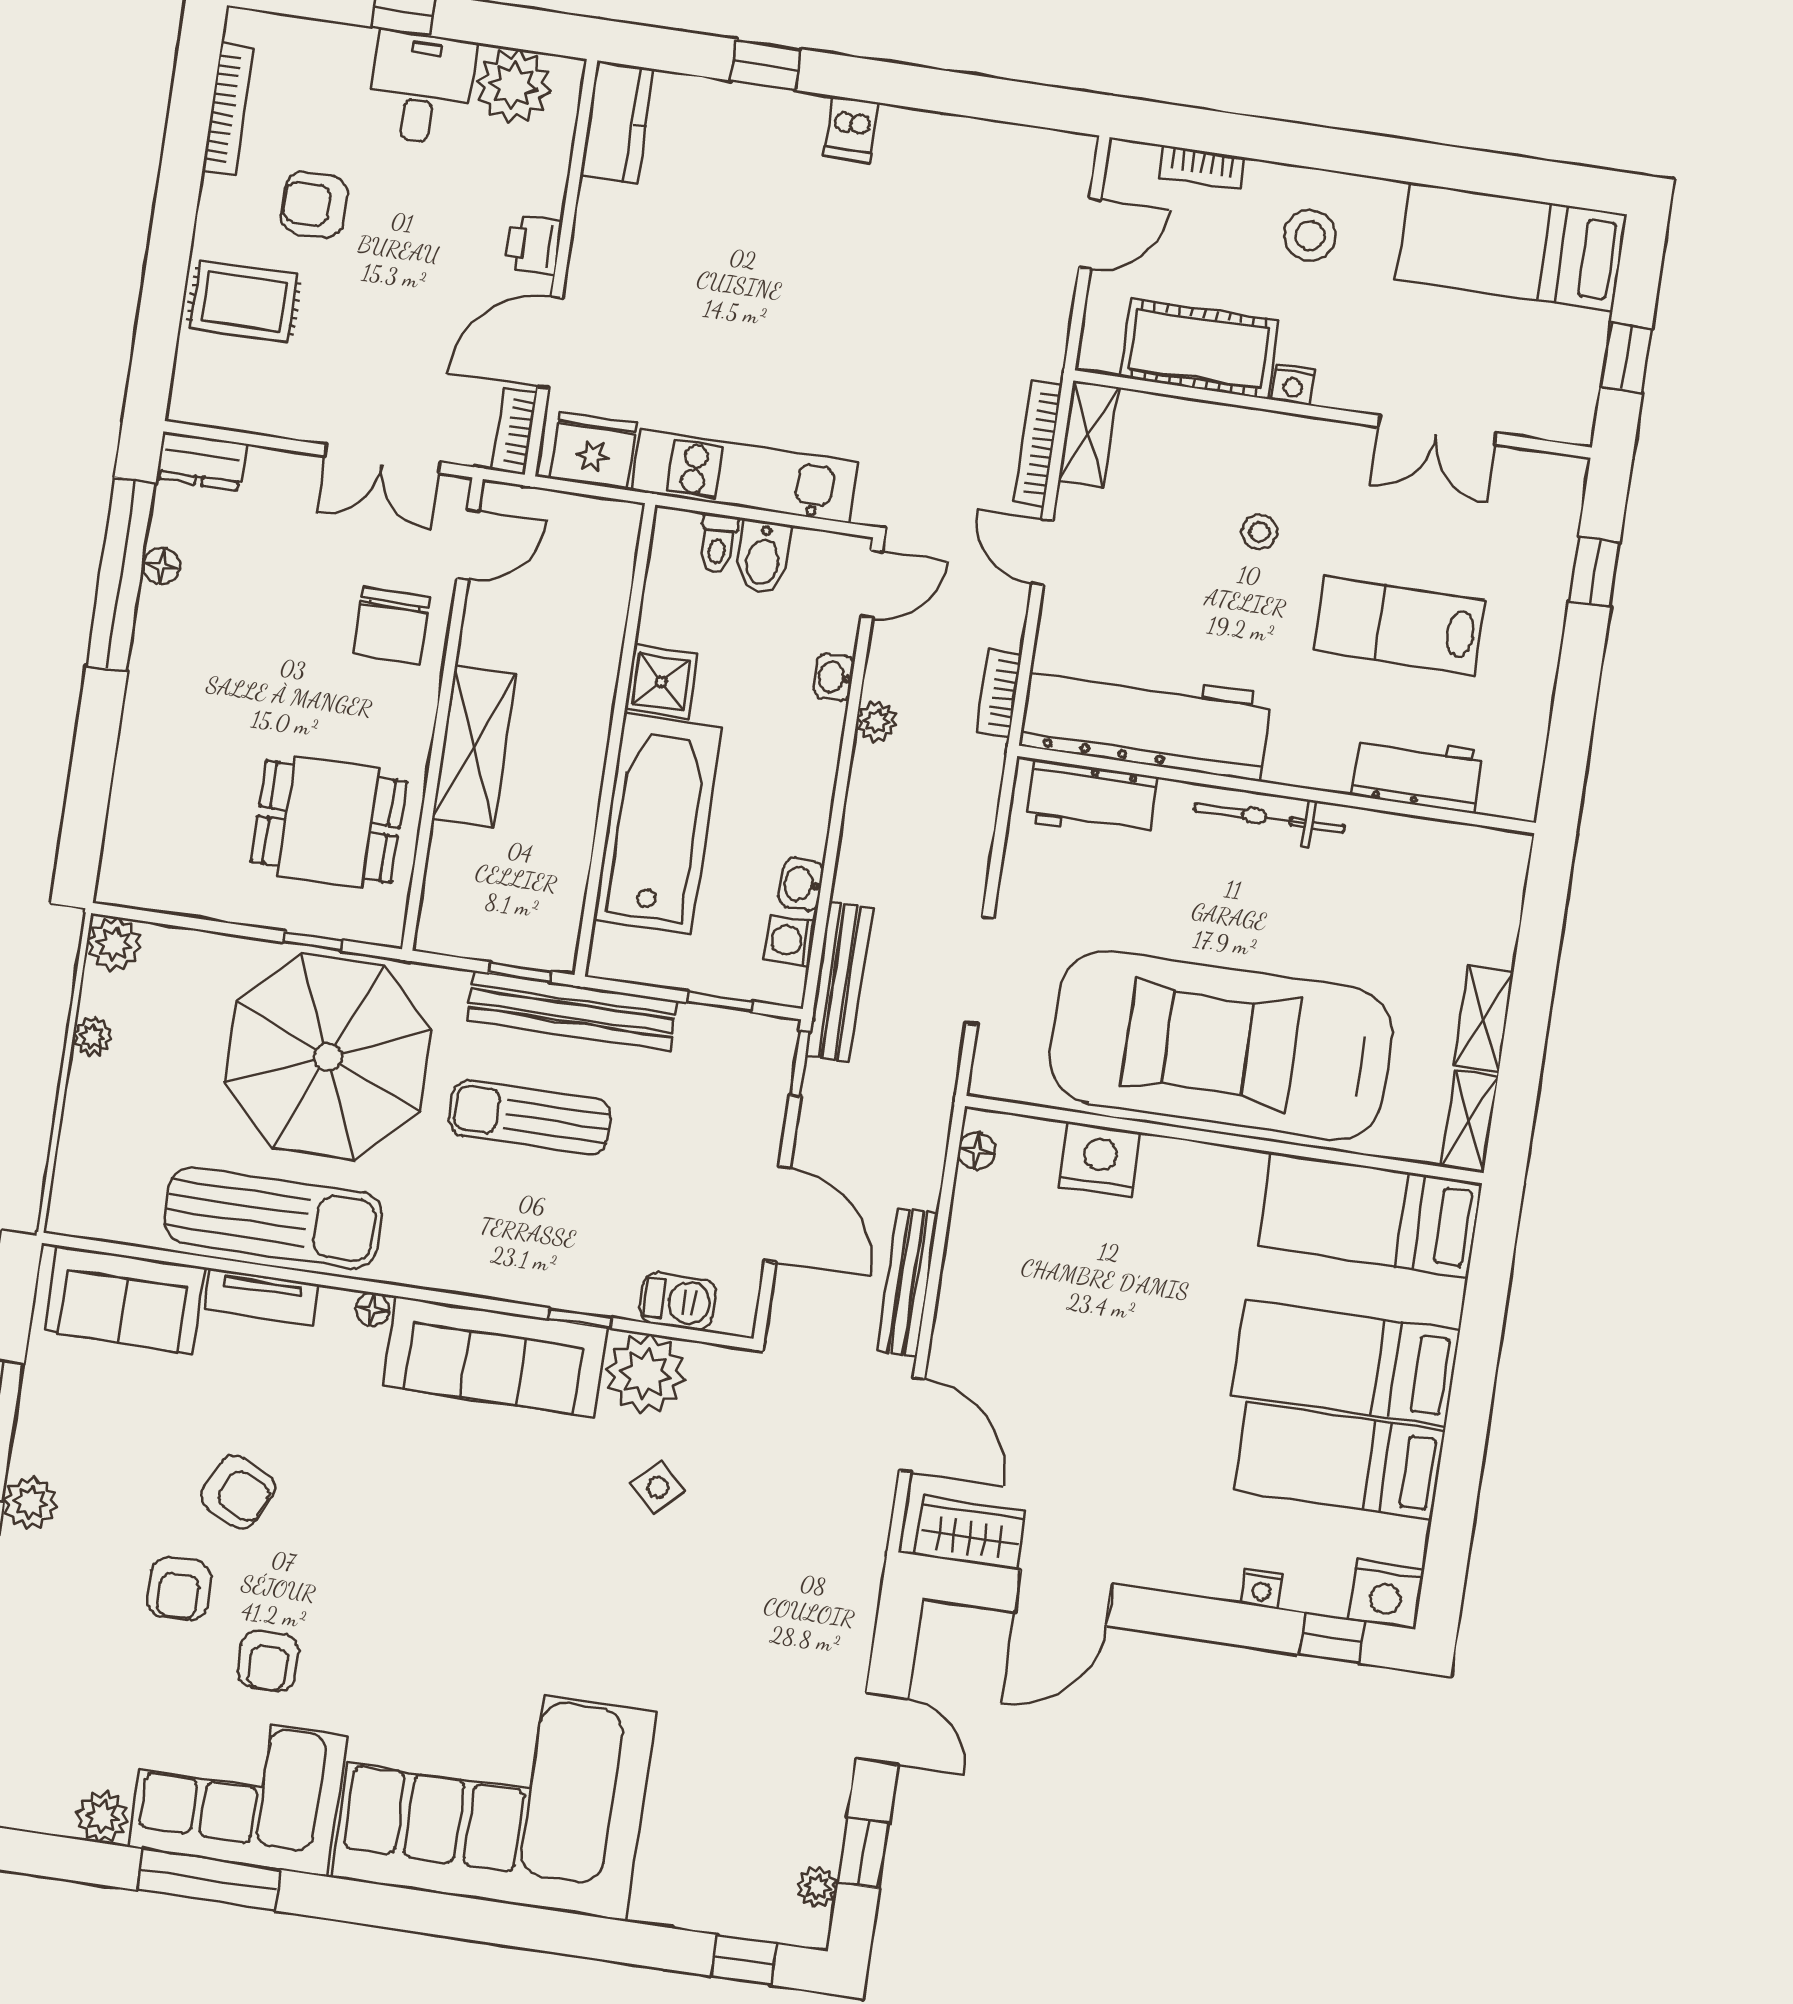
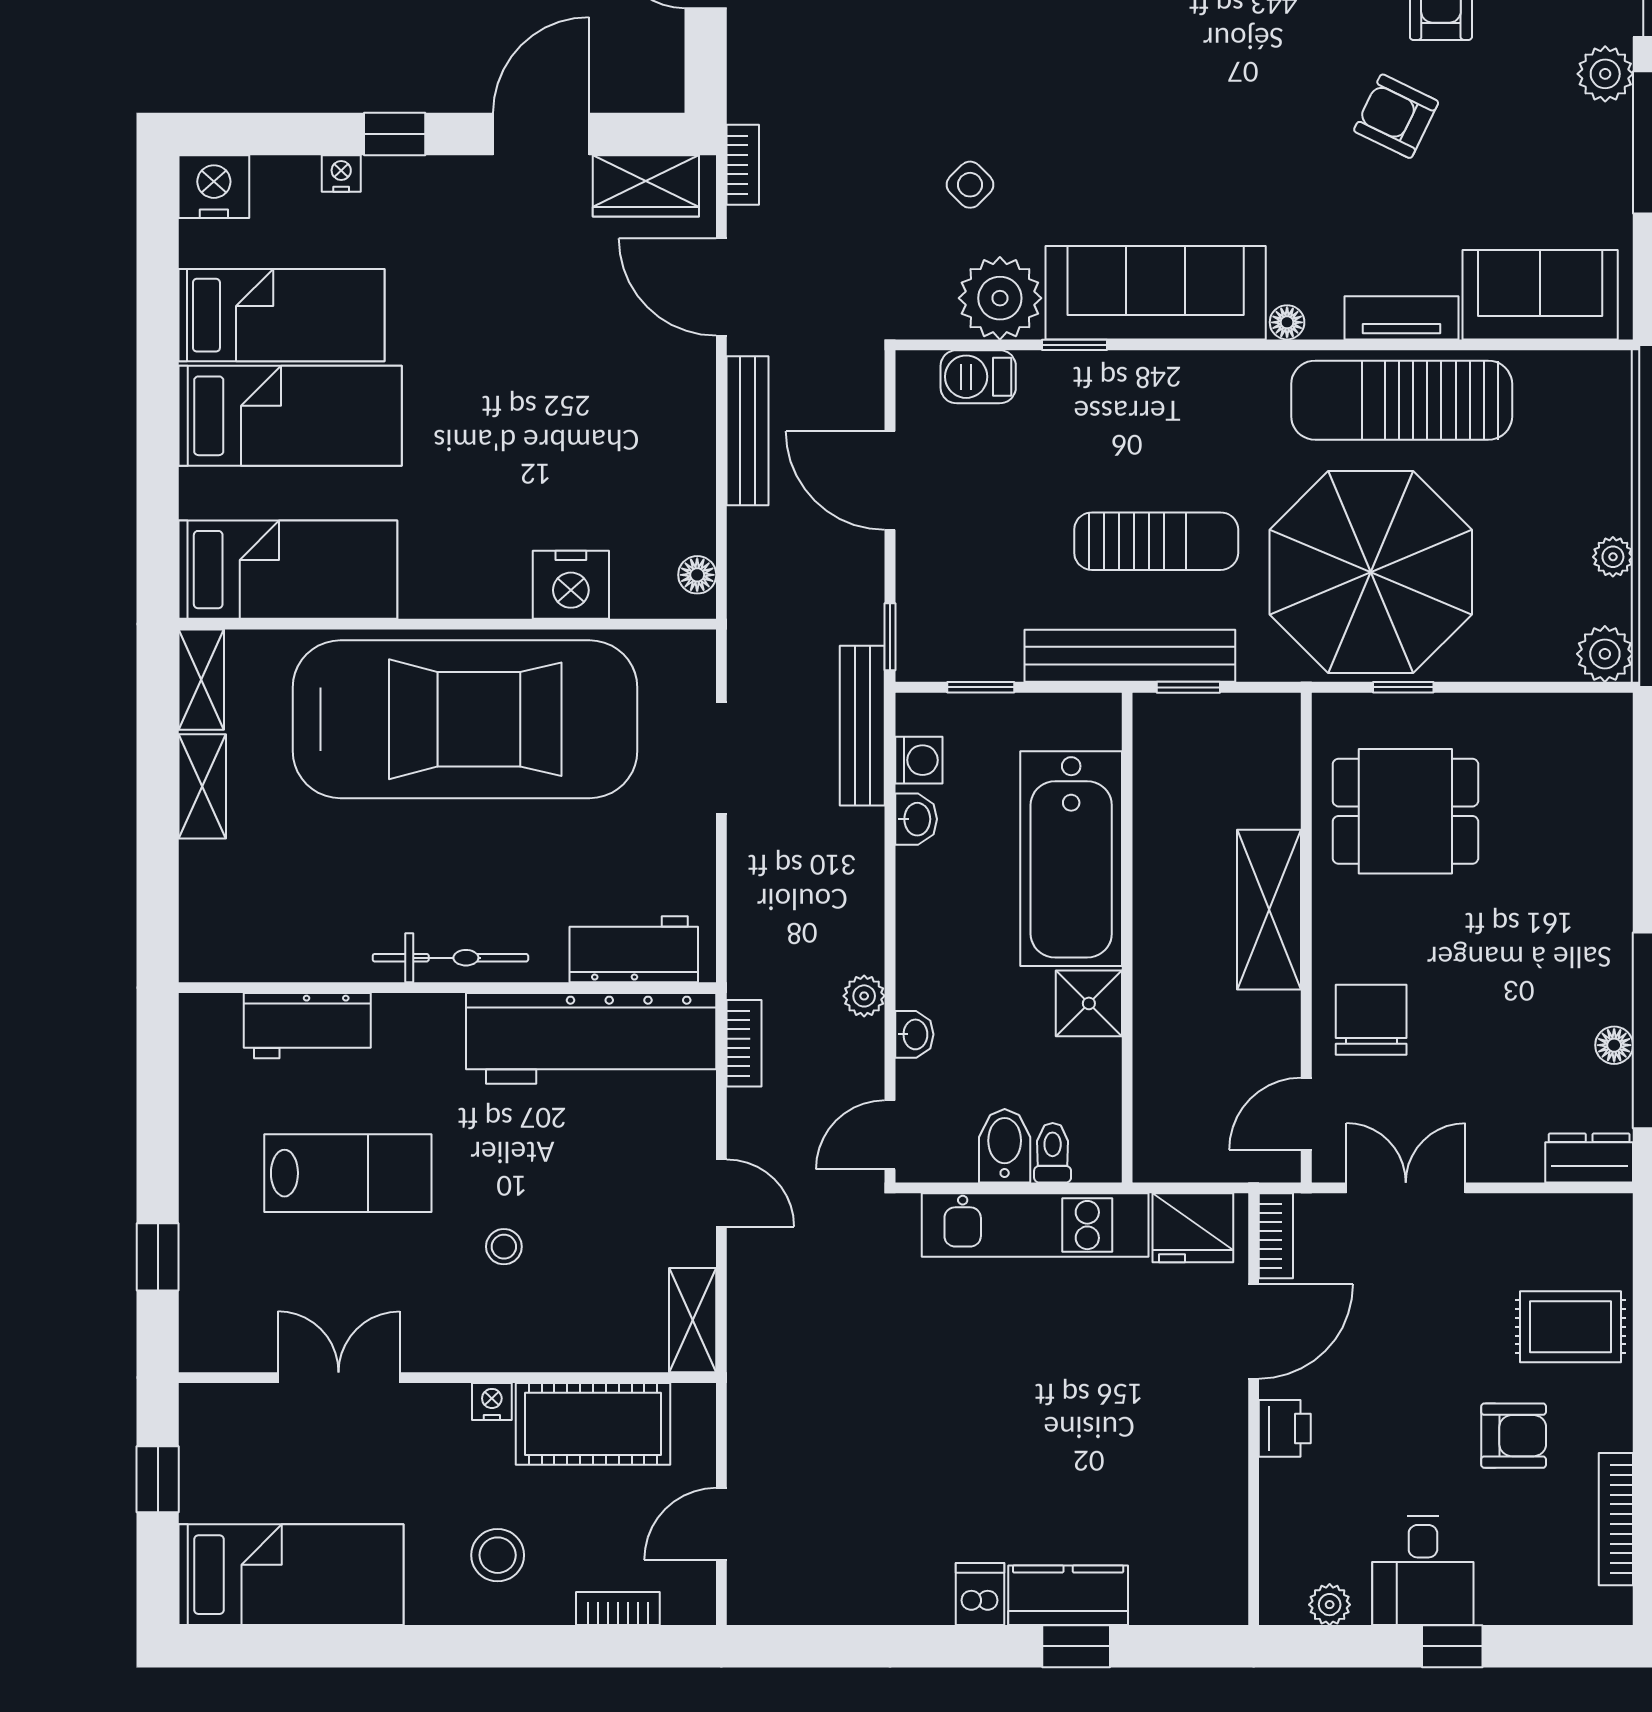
plant: (513, 86) -> (1330, 1605), width x0.53, depth x0.53
kitchen counter: (617, 122) -> (1068, 1595), moved, turned 90
bookcase: (1038, 443) -> (743, 165), moved, width x0.64
window: (1332, 1638) -> (395, 134), moved

